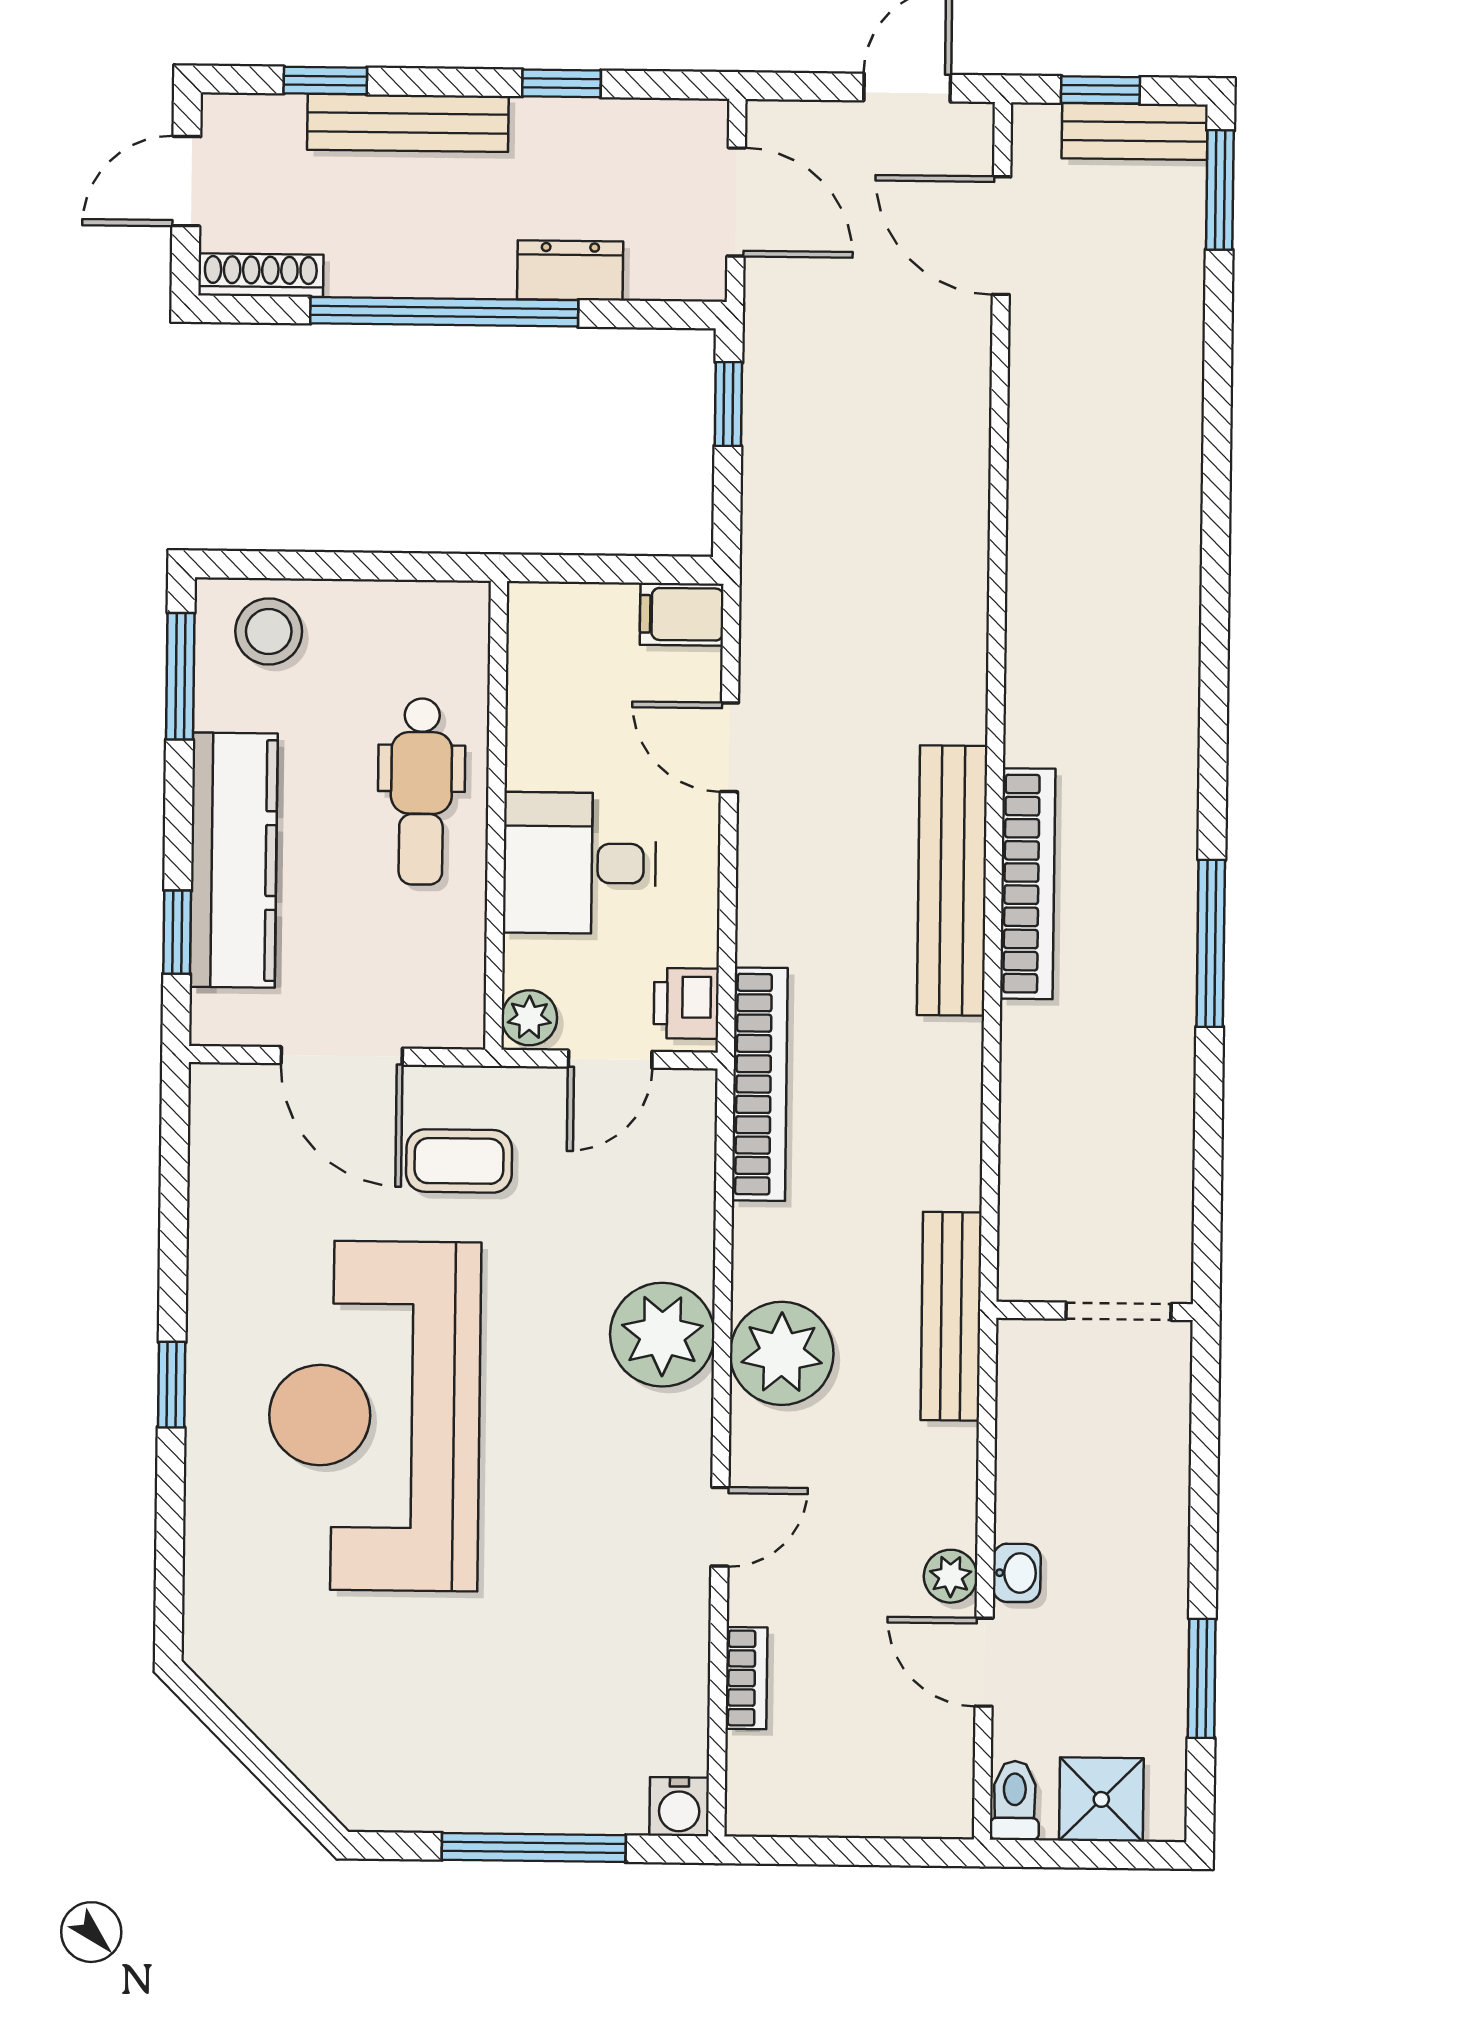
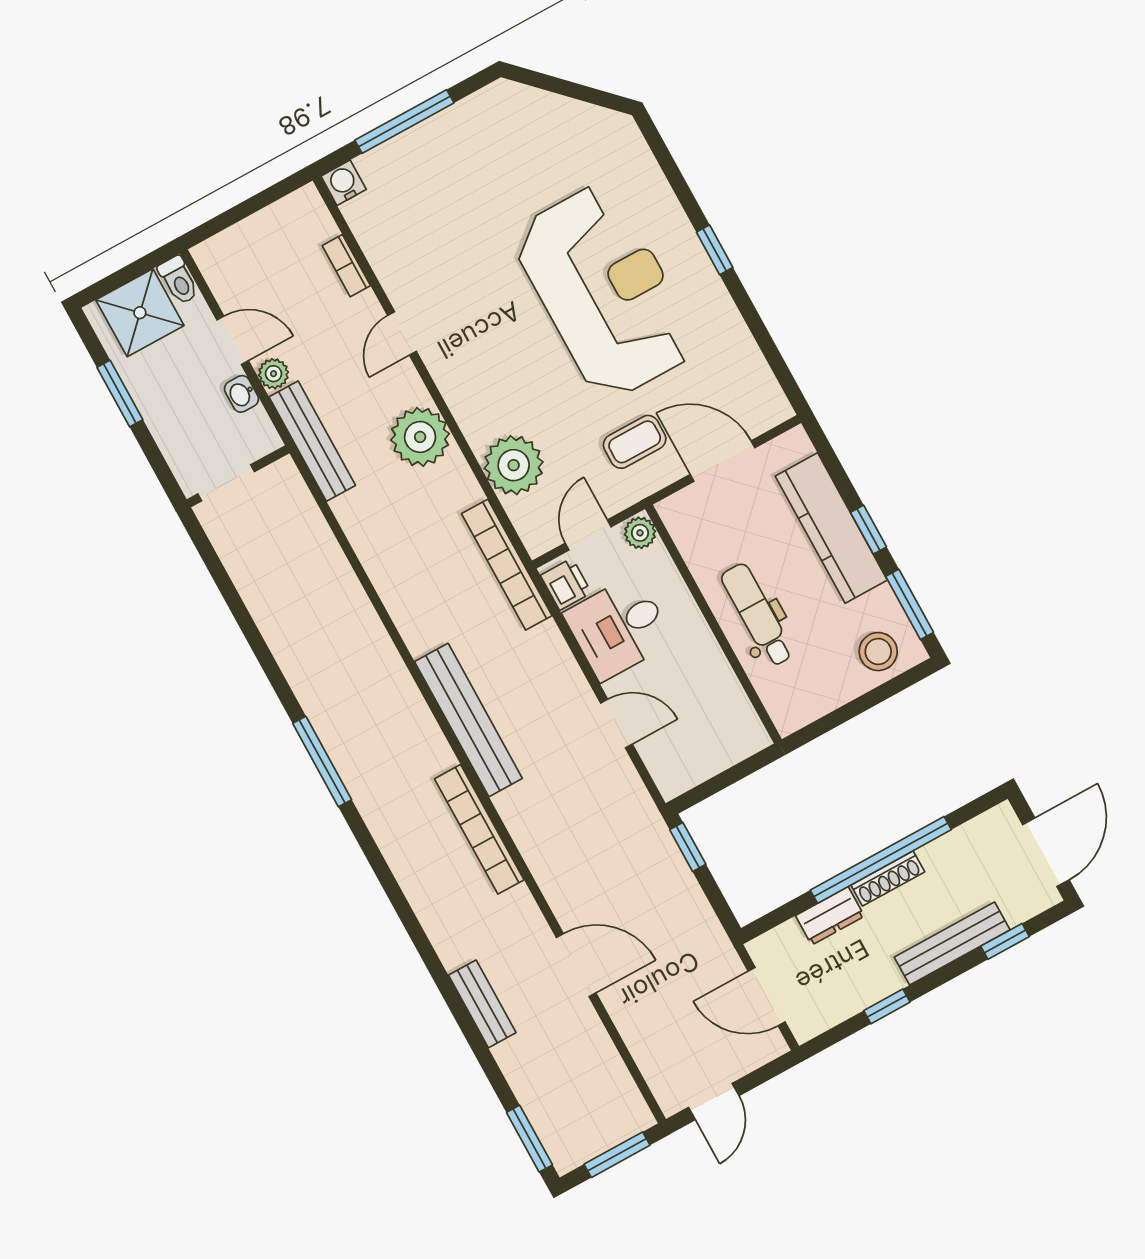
window: (1100, 90) -> (617, 1155), width x1.50
bench: (1135, 131) -> (482, 1004), moved, turned 90
door: (186, 181) -> (1046, 852), width x1.38
door: (1001, 236) -> (576, 965), moved
shoe rack: (261, 275) -> (888, 878), moved
window: (728, 404) -> (688, 847), moved
filing cabinet: (682, 614) -> (678, 776), removed
desk: (580, 863) -> (619, 628), moved, turned 180
bookcase: (1028, 884) -> (479, 829), moved
window: (177, 932) -> (868, 530), moved
wall: (1095, 1311) -> (238, 476), moved
doorway: (1119, 1311) -> (226, 483), moved
bench: (951, 1316) -> (312, 441), moved
plant: (662, 1335) -> (514, 465), moved
shower: (1101, 1799) -> (140, 313), width x1.36, depth x1.36

